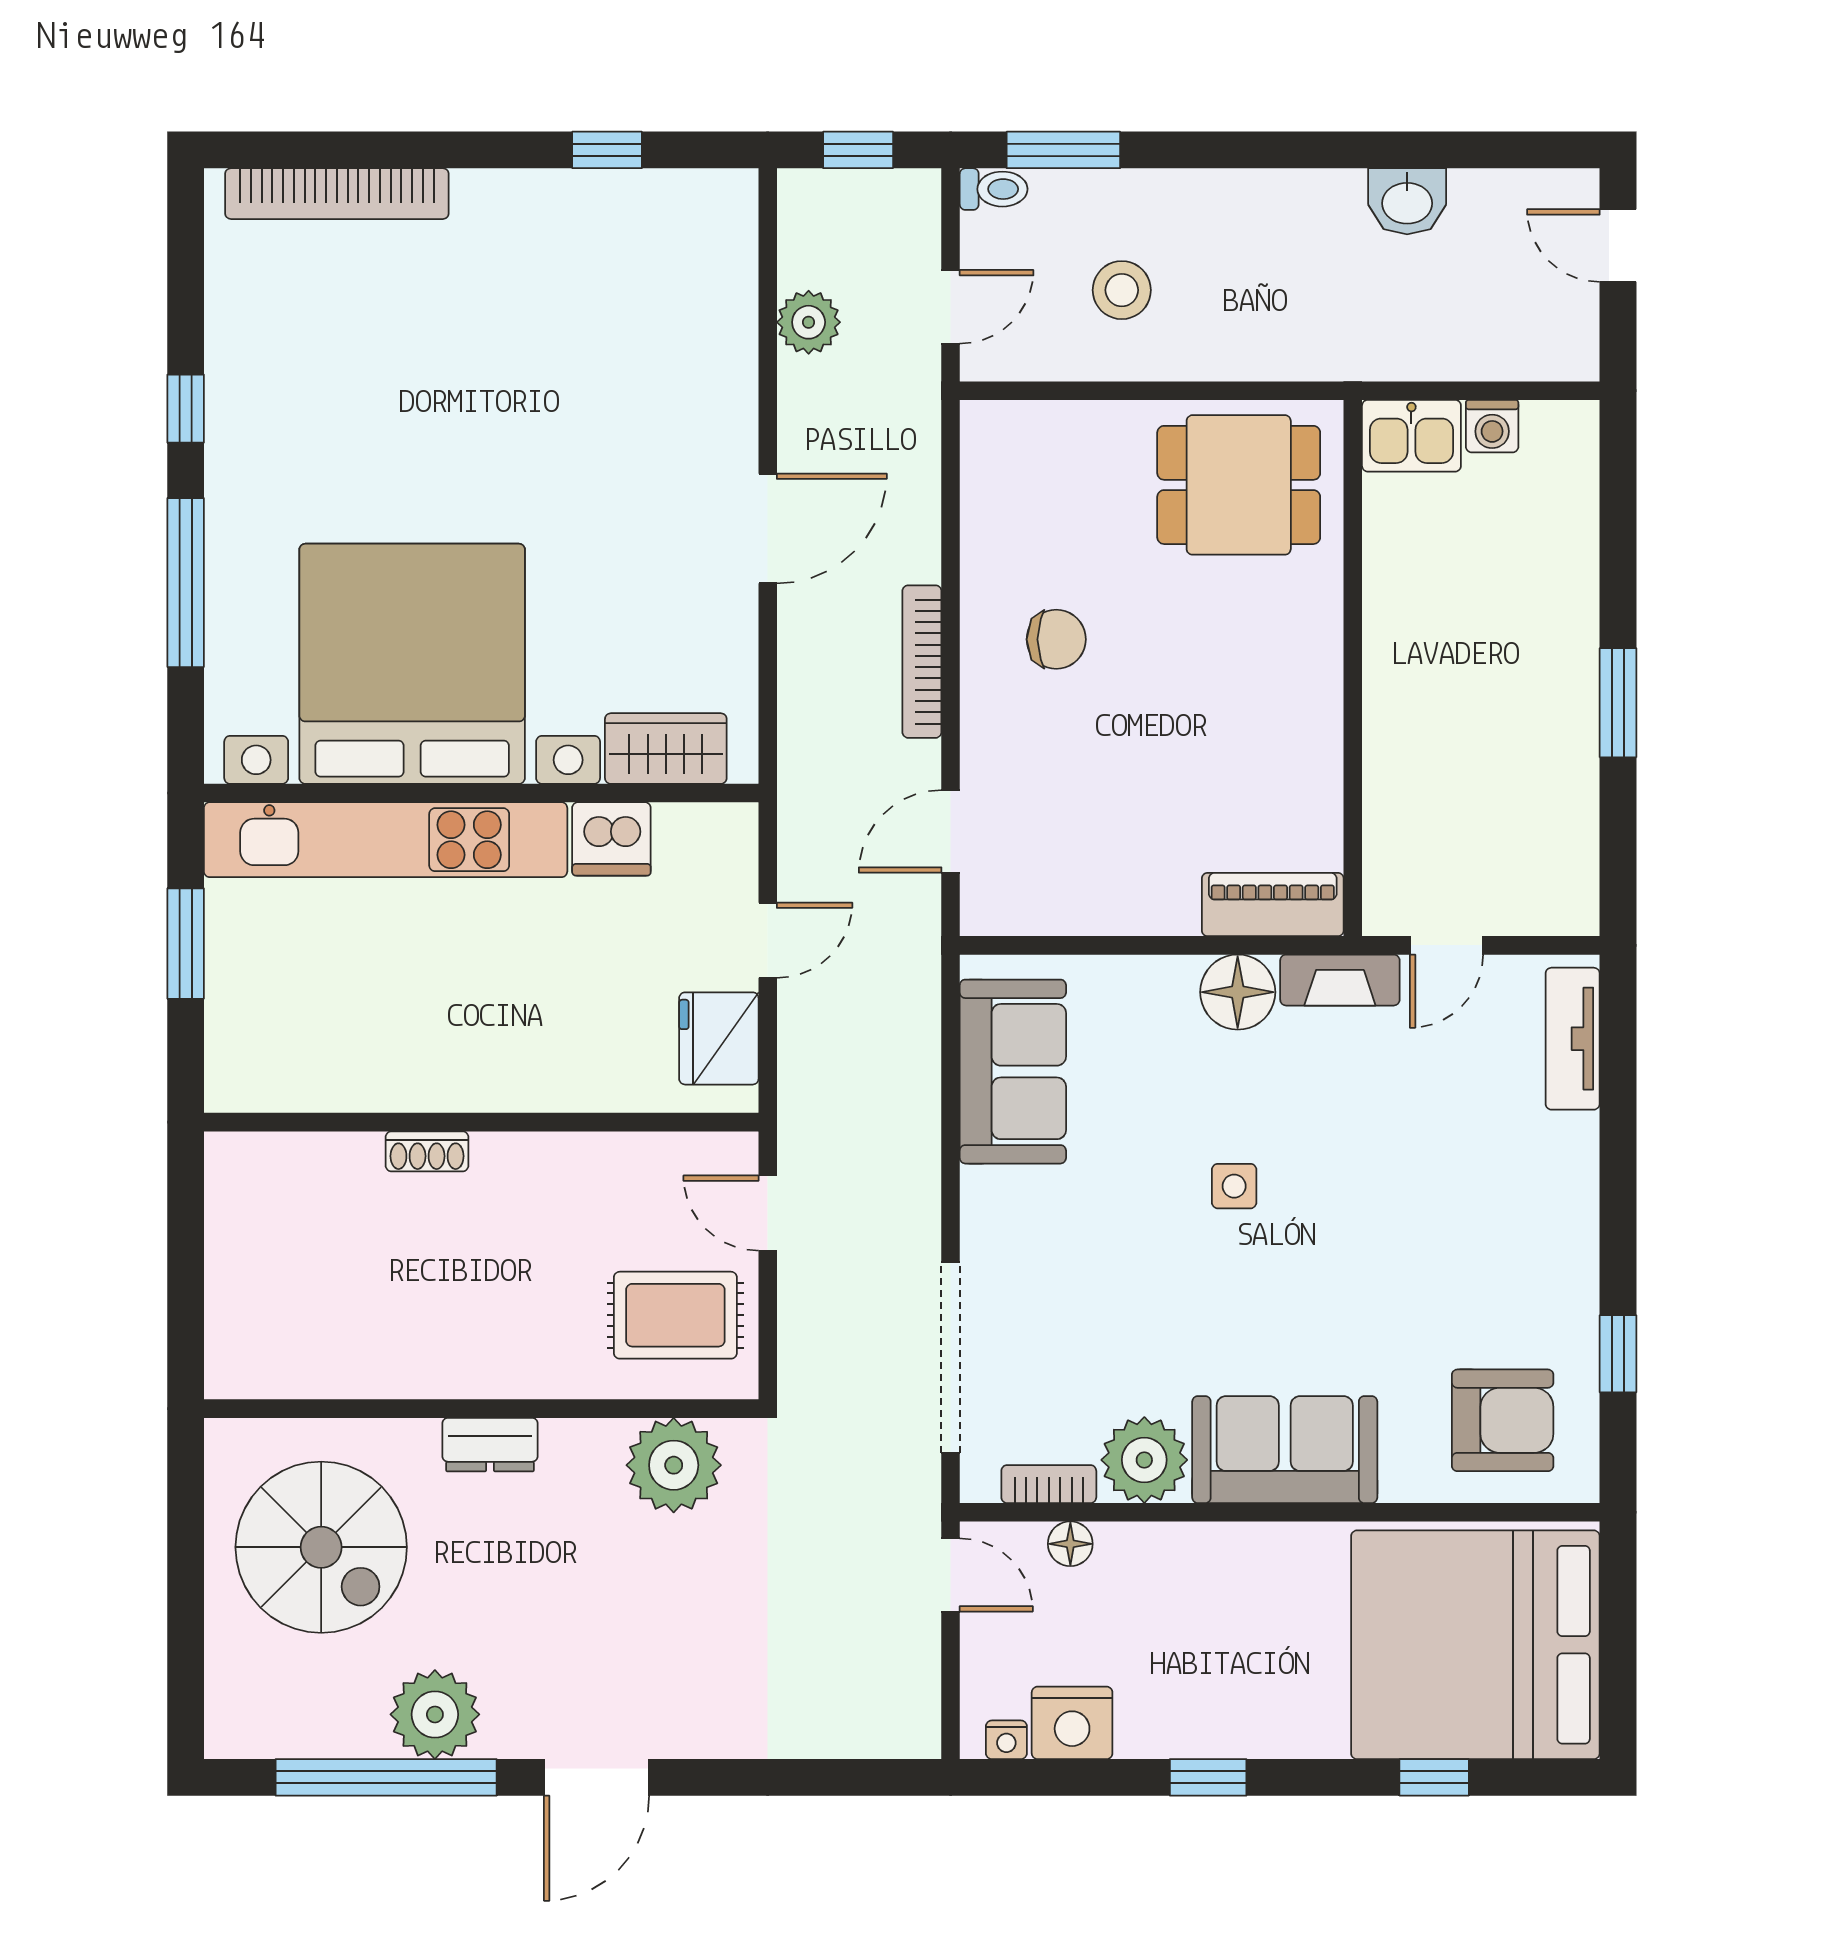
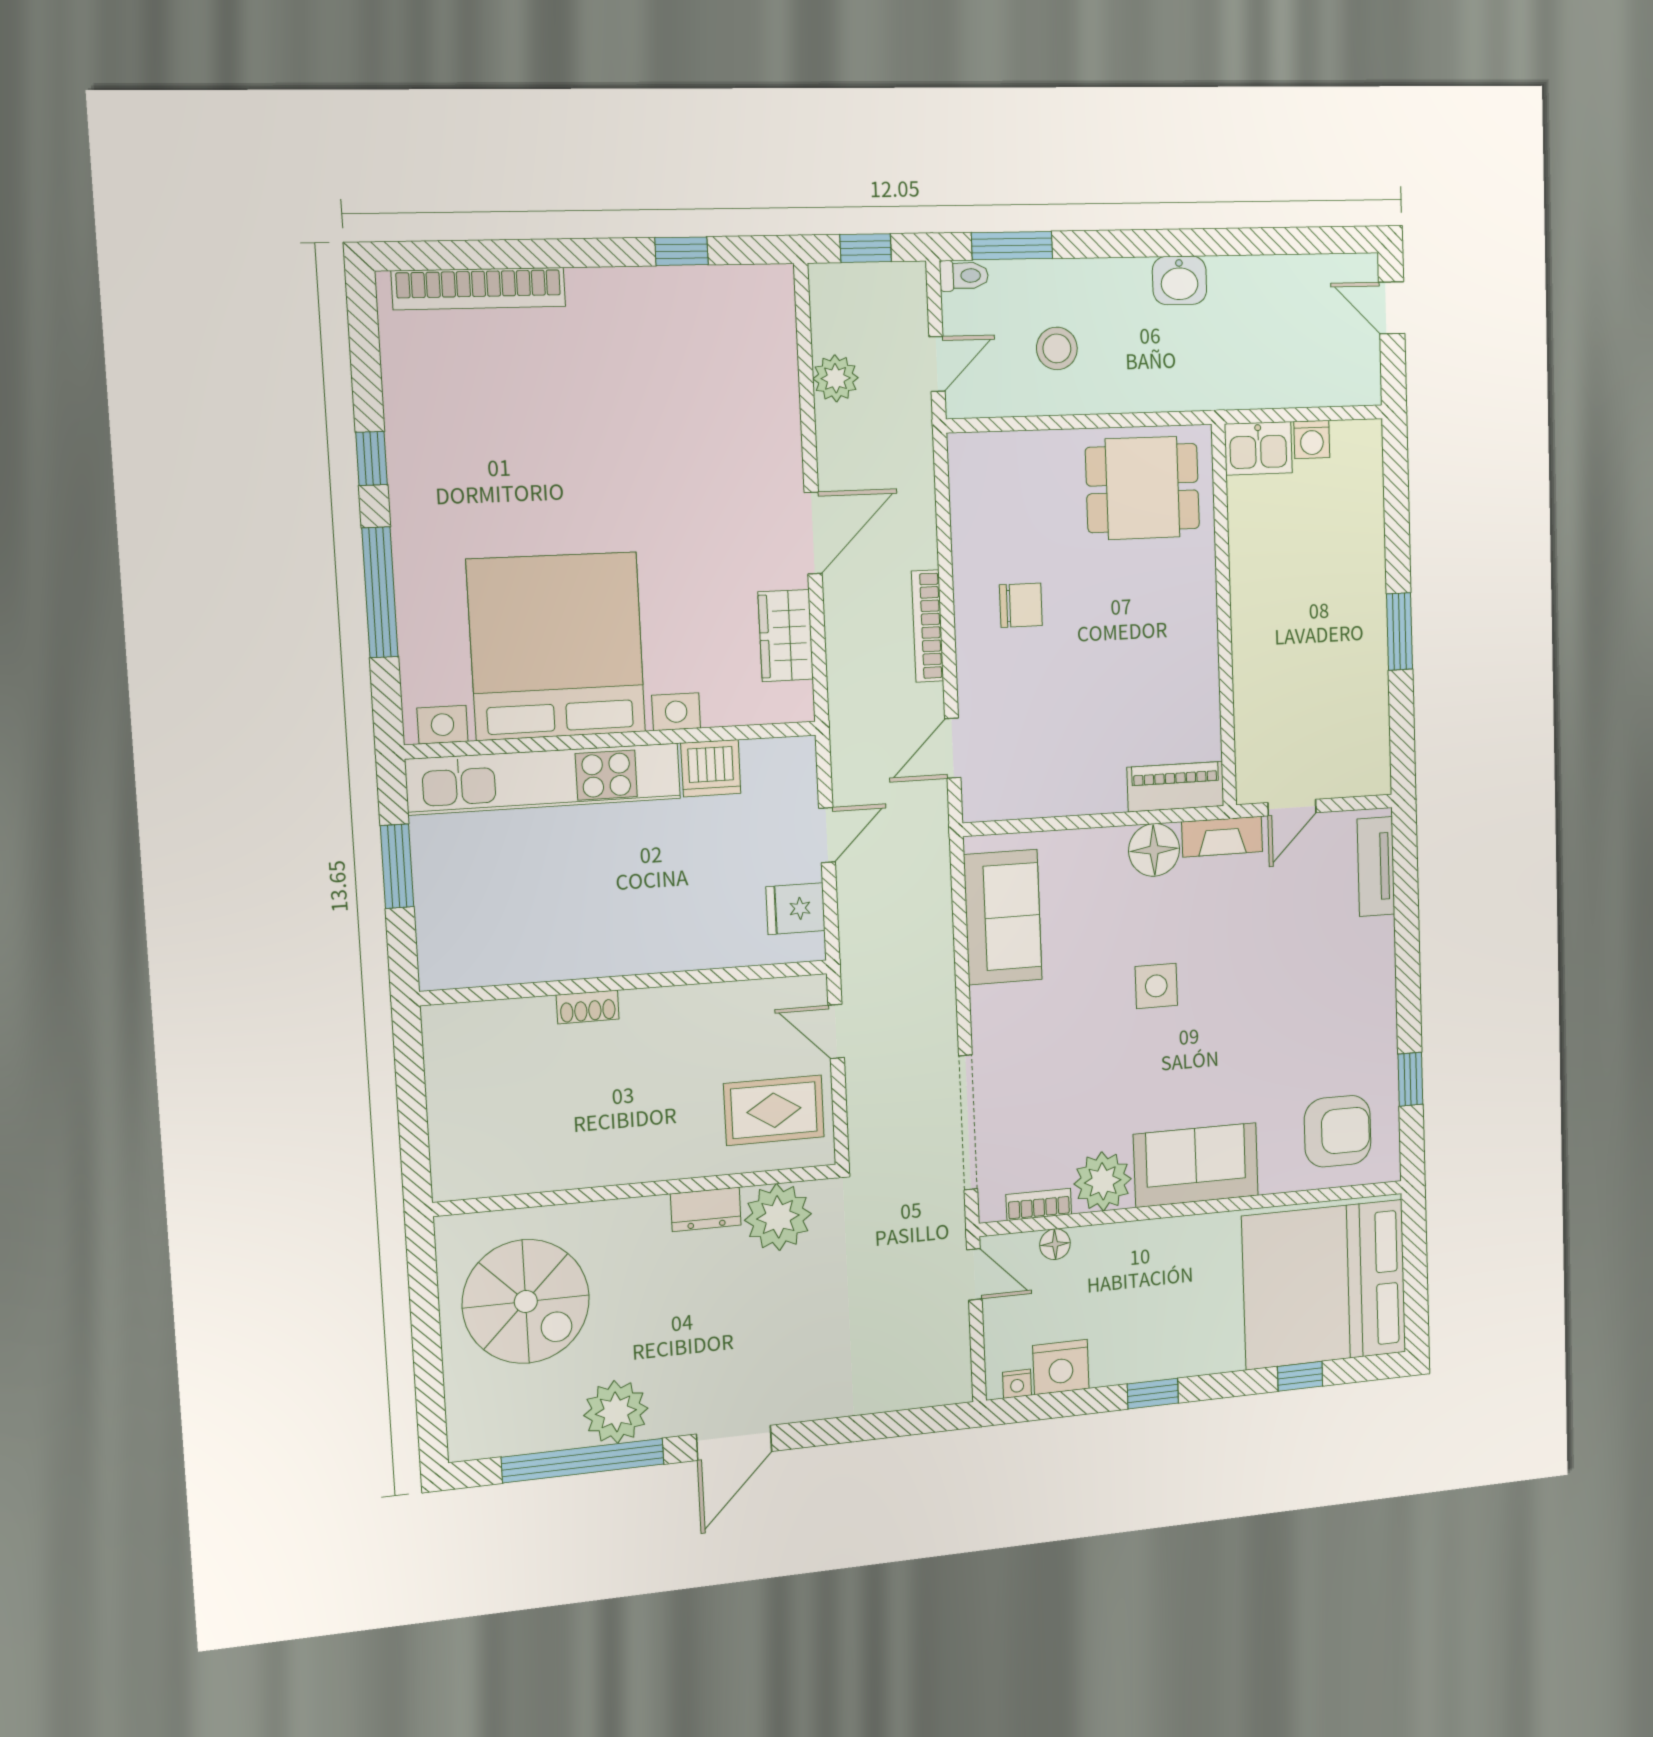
washbasin: (1407, 201) -> (1179, 280), moved
wardrobe: (666, 749) -> (786, 636), moved, turned -90
fridge: (719, 1038) -> (795, 909), width x0.72
side table: (1234, 1186) -> (1156, 986), width x1.37, depth x1.37
dresser: (490, 1445) -> (706, 1209), moved

